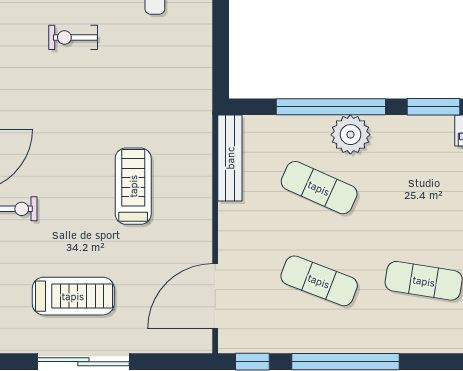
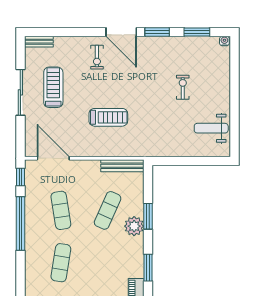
window: (331, 107) -> (148, 216), width x0.47
exercise mat: (319, 281) -> (61, 210), turned -30
treadmill: (73, 296) -> (53, 87), turned 180

